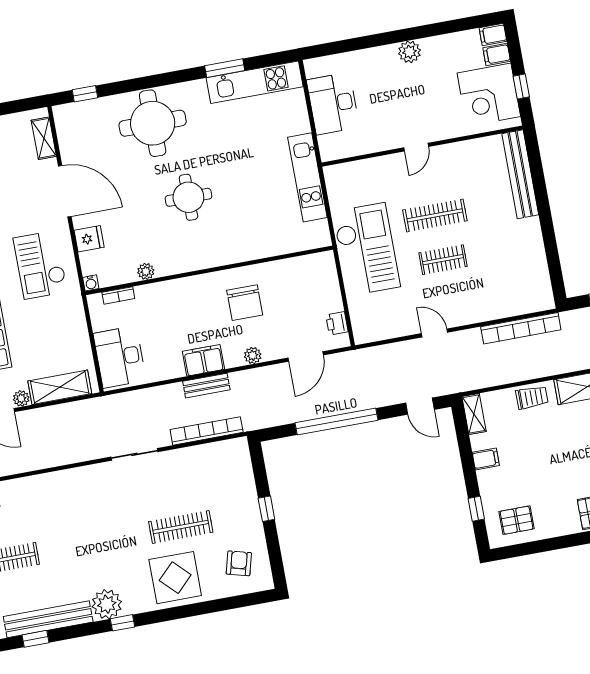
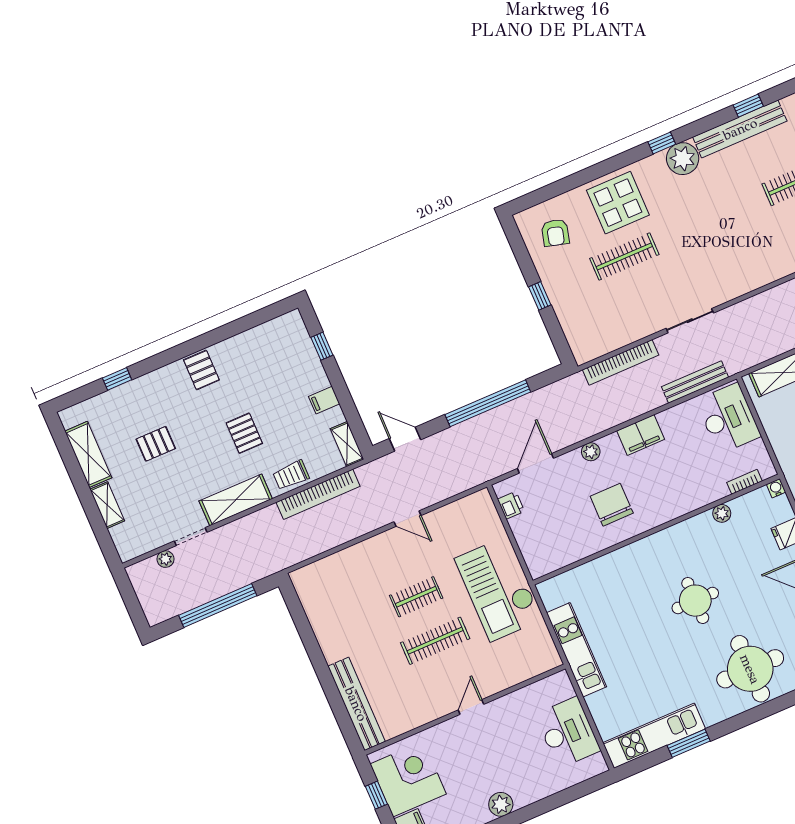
bookcase: (521, 328) -> (318, 494), moved, turned 180
bench: (206, 386) -> (695, 382), moved, width x1.36
pallet: (517, 520) -> (244, 433), moved, turned 90

